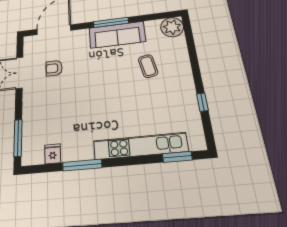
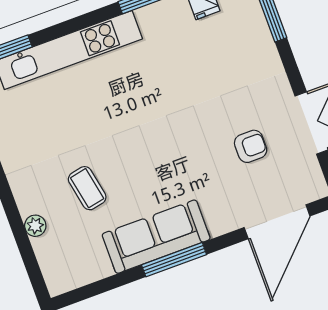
plant: (172, 27) -> (35, 226), moved, width x0.53, depth x0.53

